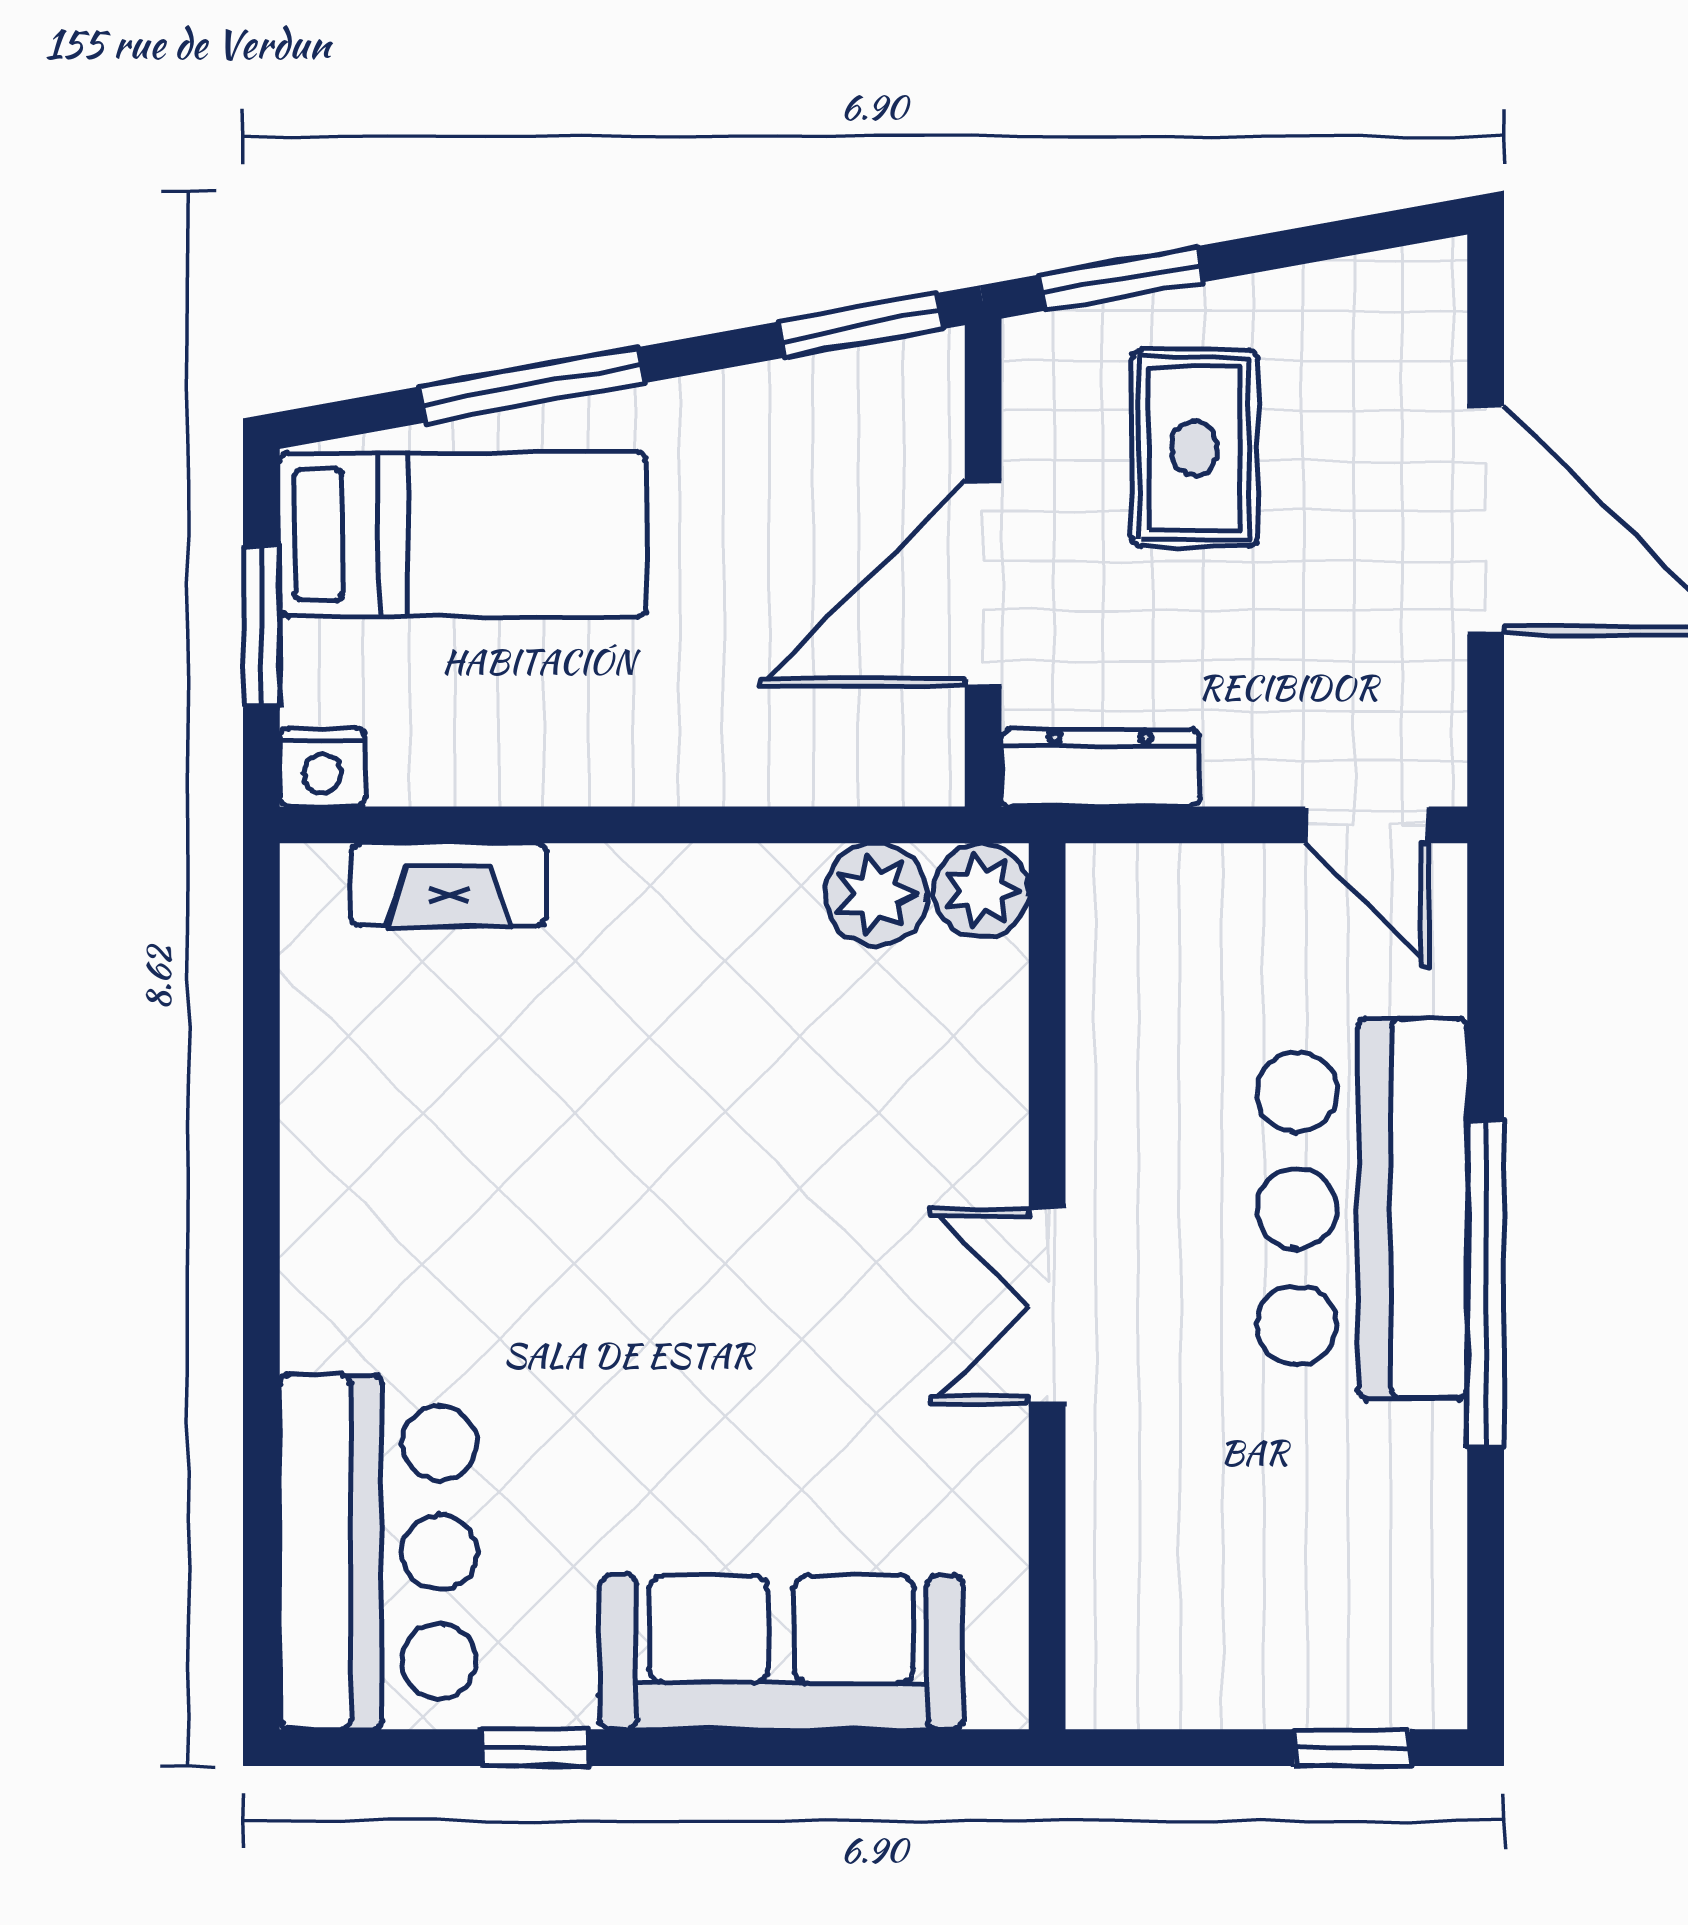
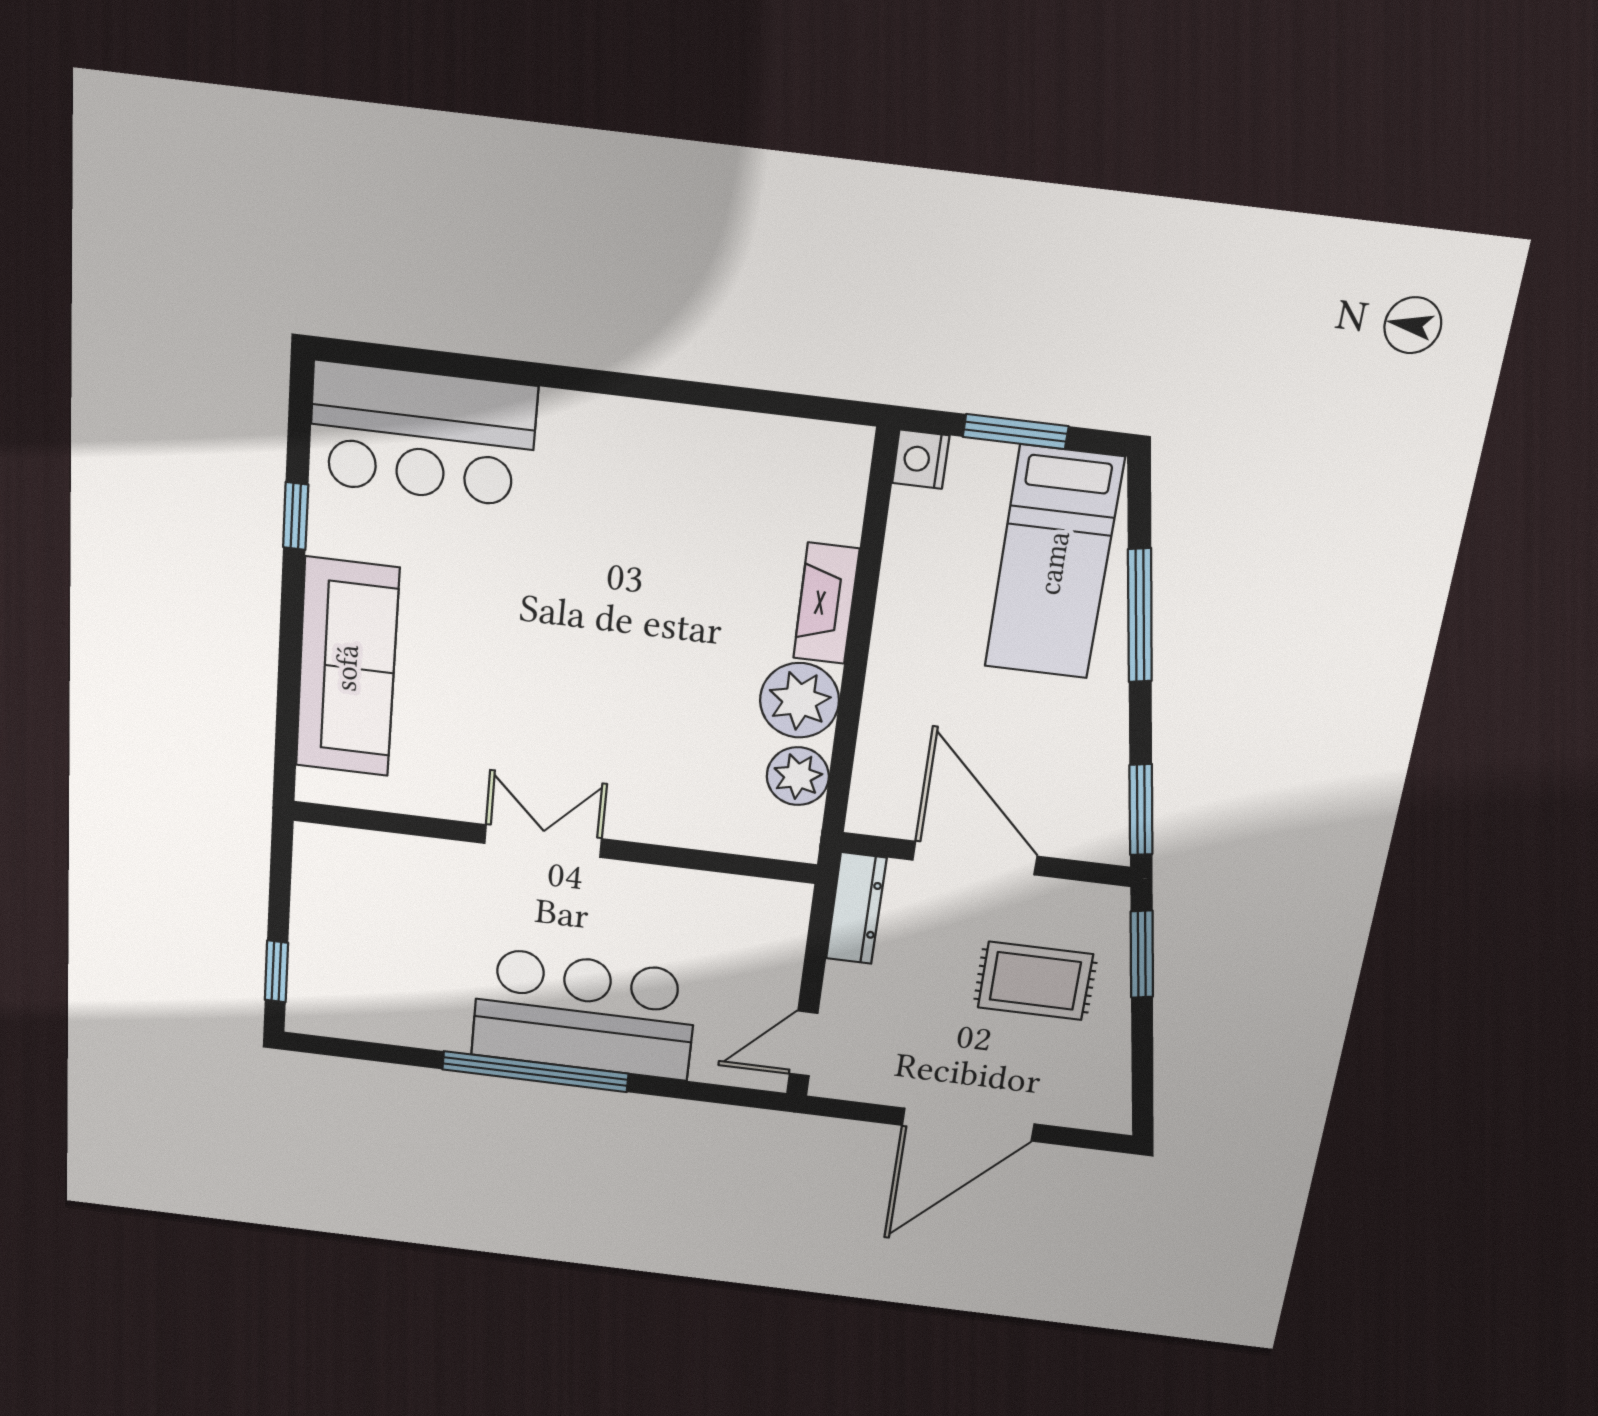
fireplace: (449, 885) -> (826, 603), moved
plant: (982, 890) -> (800, 700), moved, width x1.36, depth x1.36

